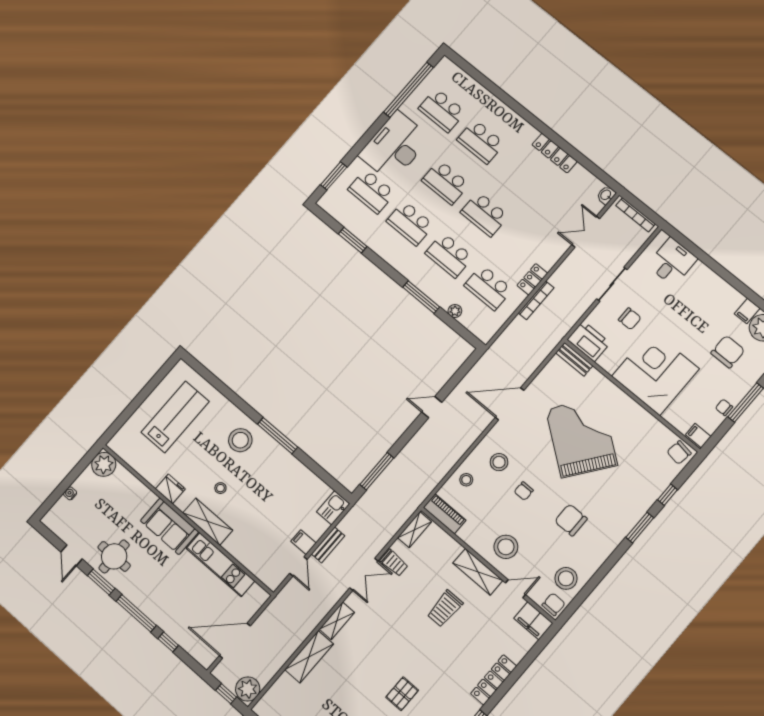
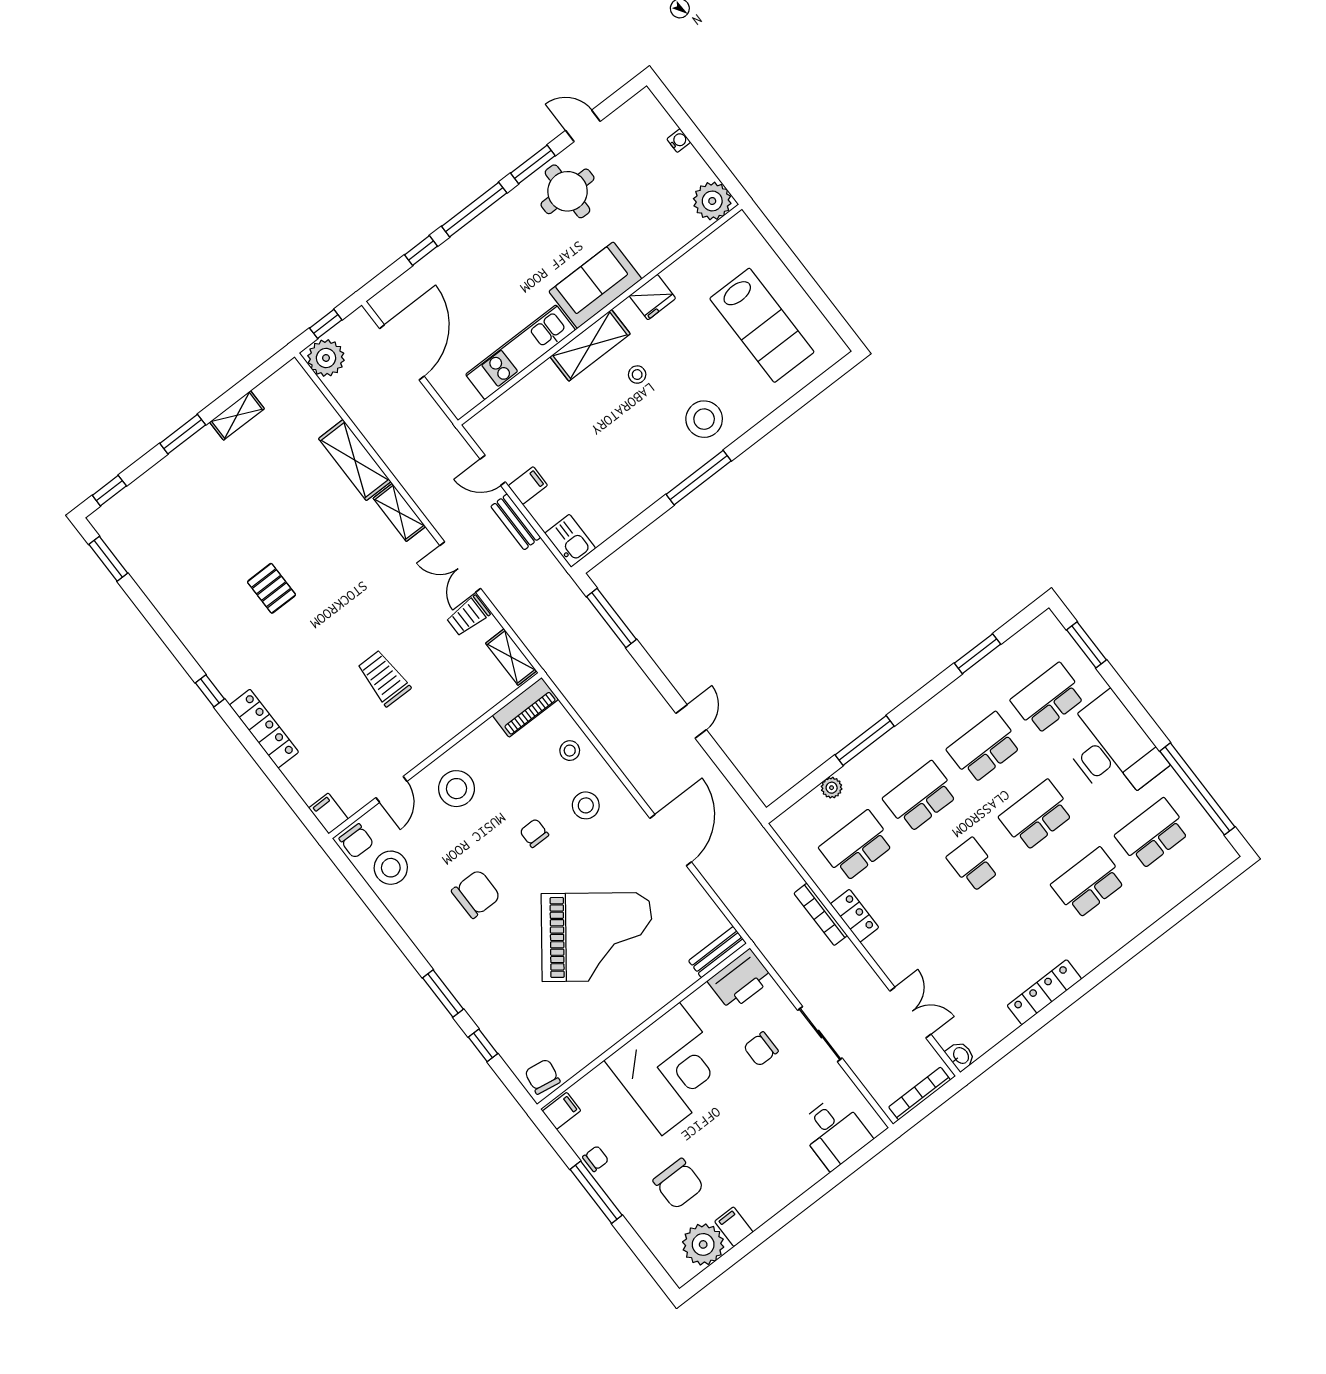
school desk: (484, 214) -> (973, 865), width x0.54
shelving: (478, 572) -> (428, 739), removed
filing cabinet: (533, 621) -> (328, 813), width x0.50

